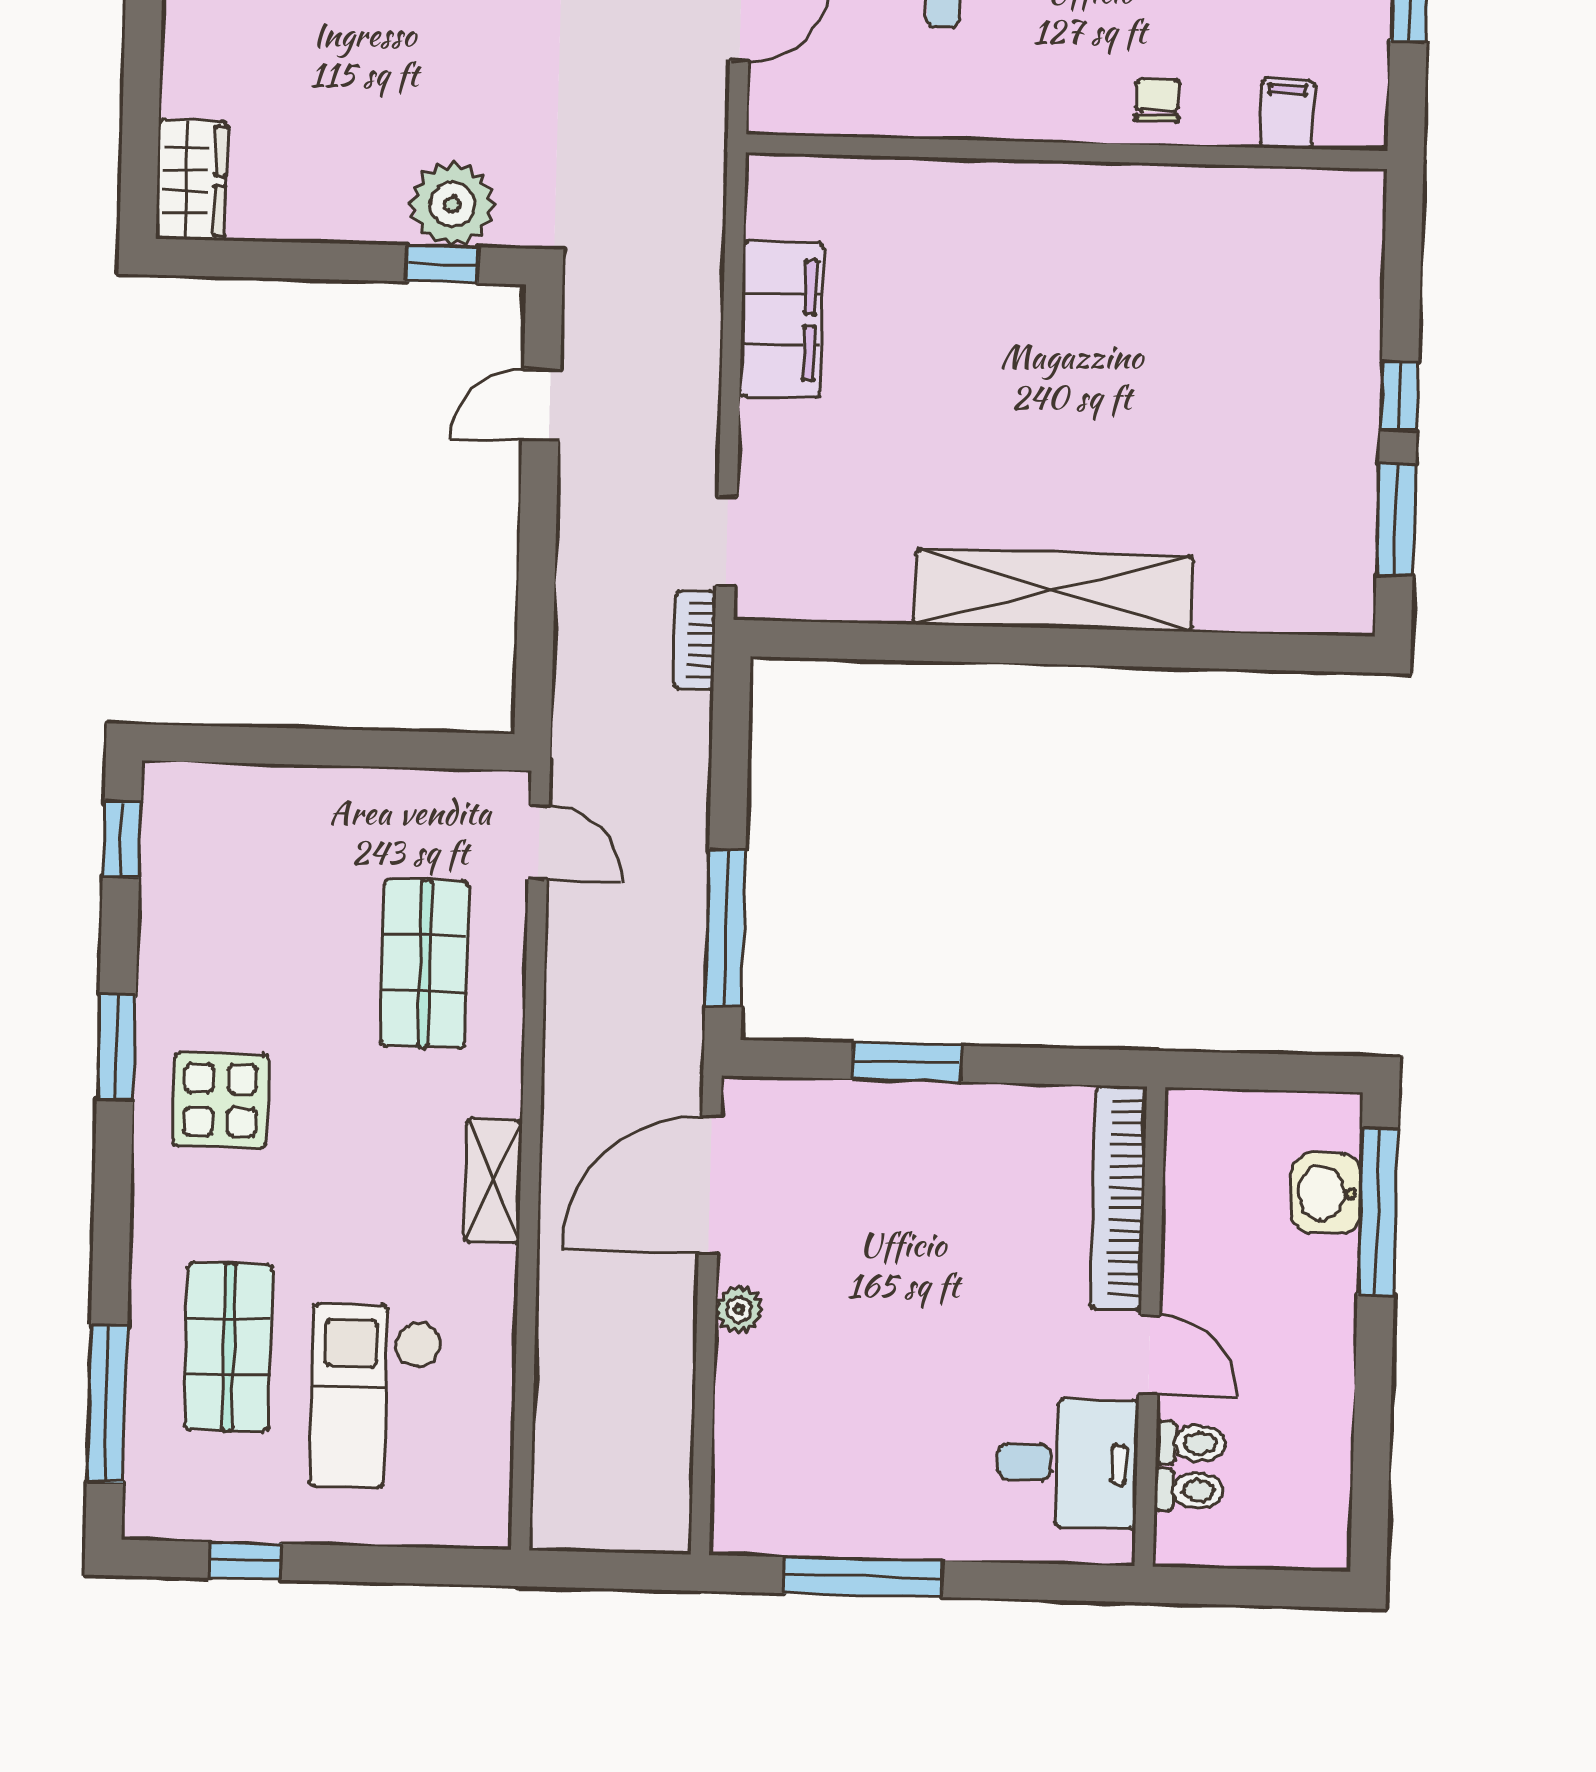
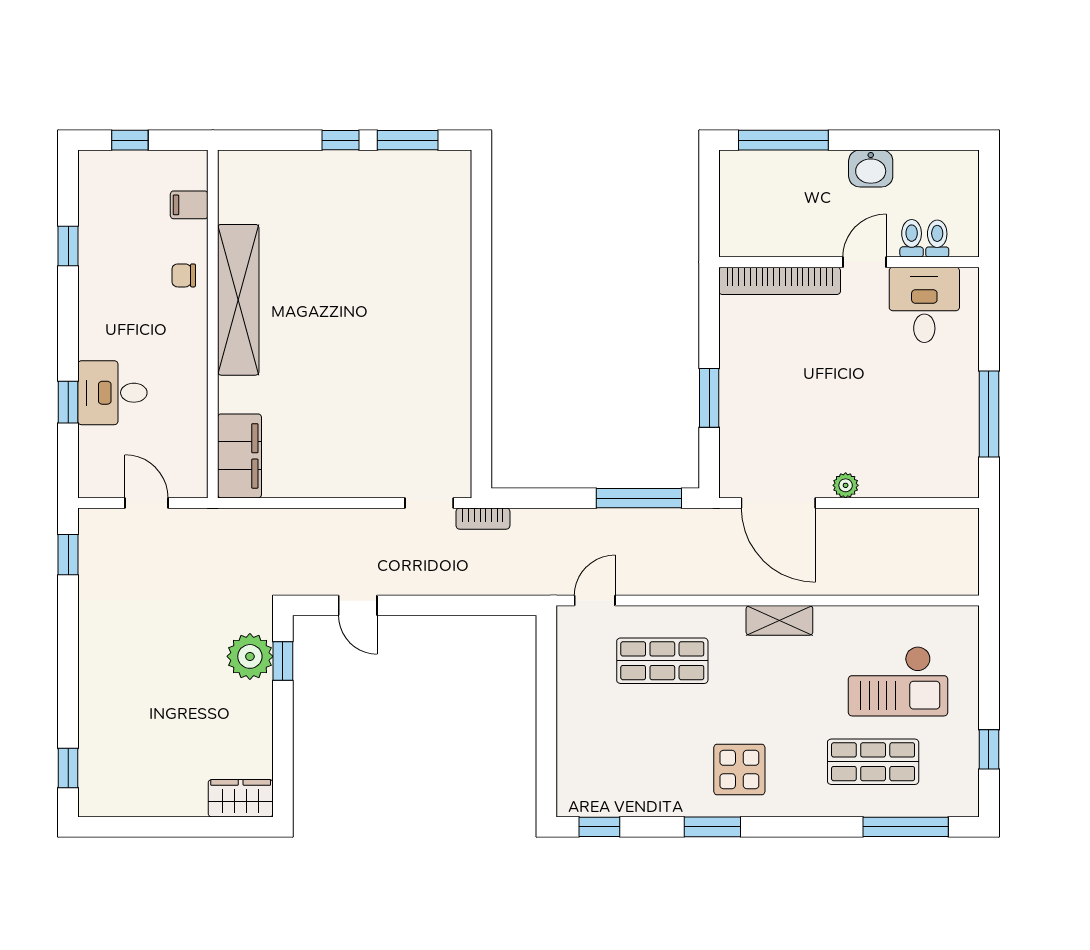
filing cabinet: (782, 319) -> (240, 456), moved, turned 90
shelving: (1054, 590) -> (238, 300), moved
washbasin: (1326, 1193) -> (871, 168), moved

